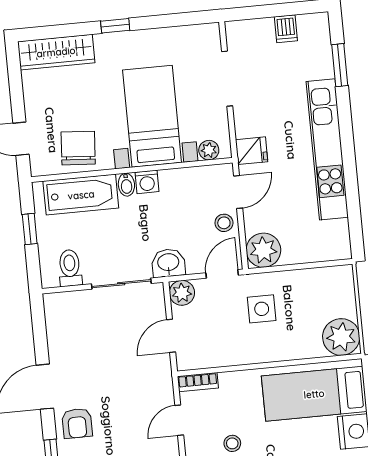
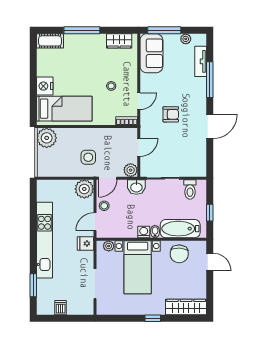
armchair: (77, 423) -> (171, 114), moved, turned 90

